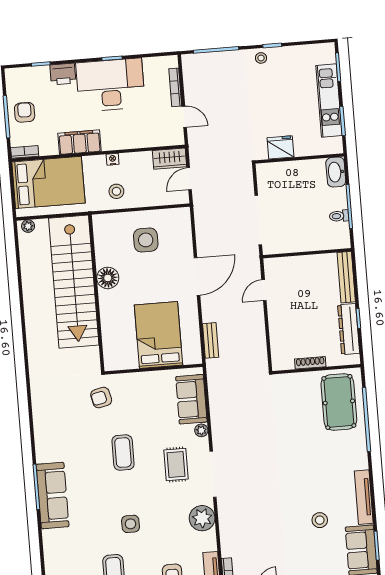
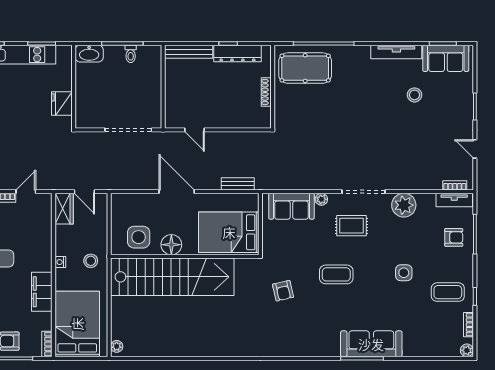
floor lamp: (108, 278) -> (171, 245), moved
stairs: (74, 282) -> (172, 277), moved
wall: (96, 293) -> (185, 256), moved

